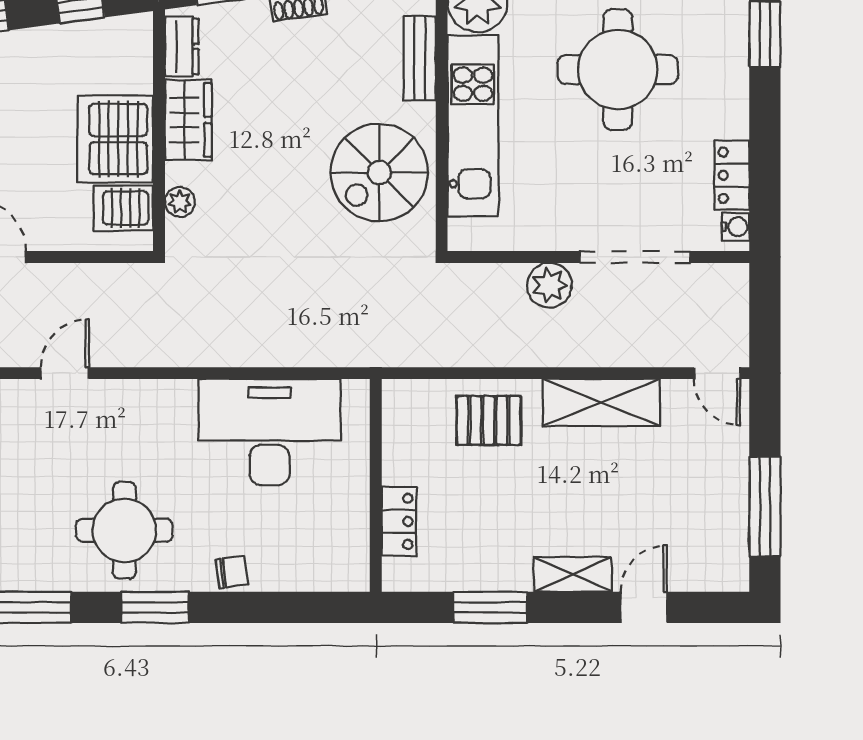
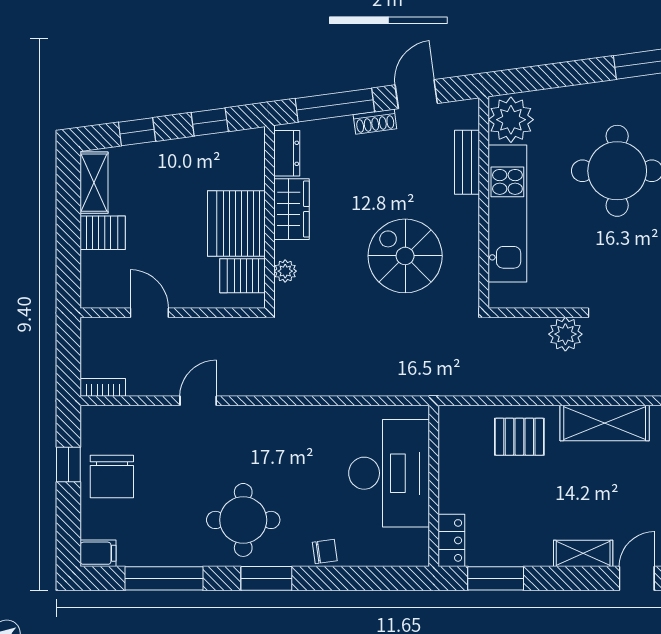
spiral stairs: (379, 173) -> (405, 256), moved, turned 90
desk: (270, 432) -> (389, 473), moved, turned 90
locker: (399, 521) -> (451, 540), moved
window: (490, 607) -> (496, 578), moved

